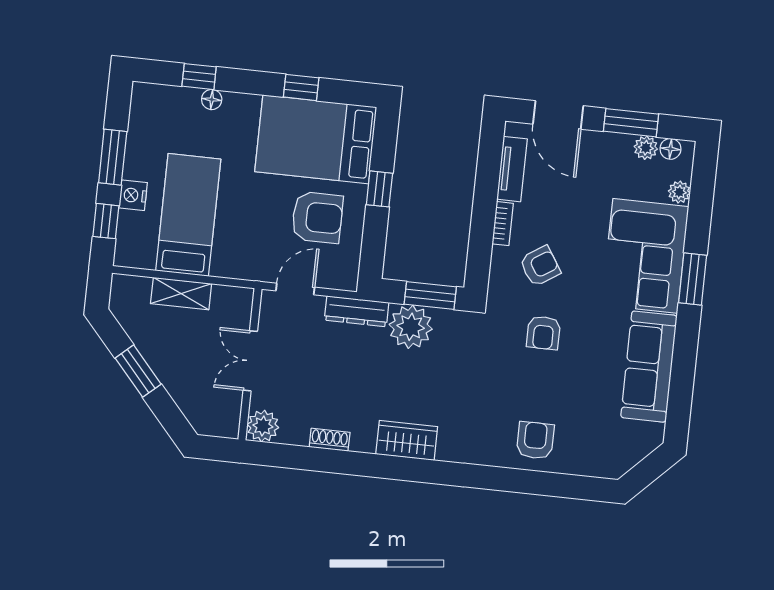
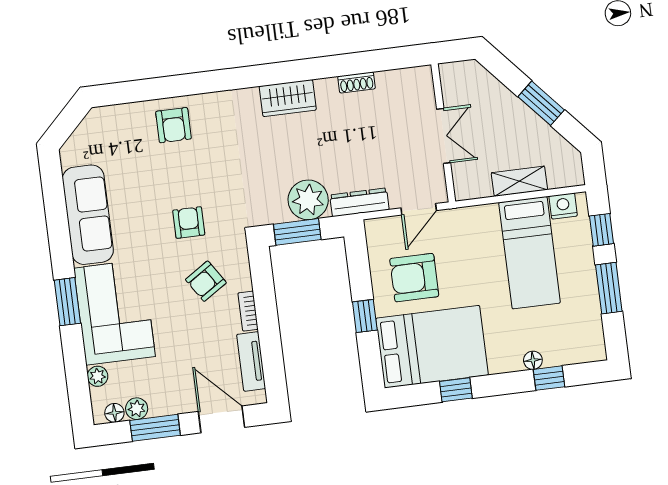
nightstand: (133, 195) -> (563, 206), moved, turned -90
plant: (263, 426) -> (419, 81), removed

